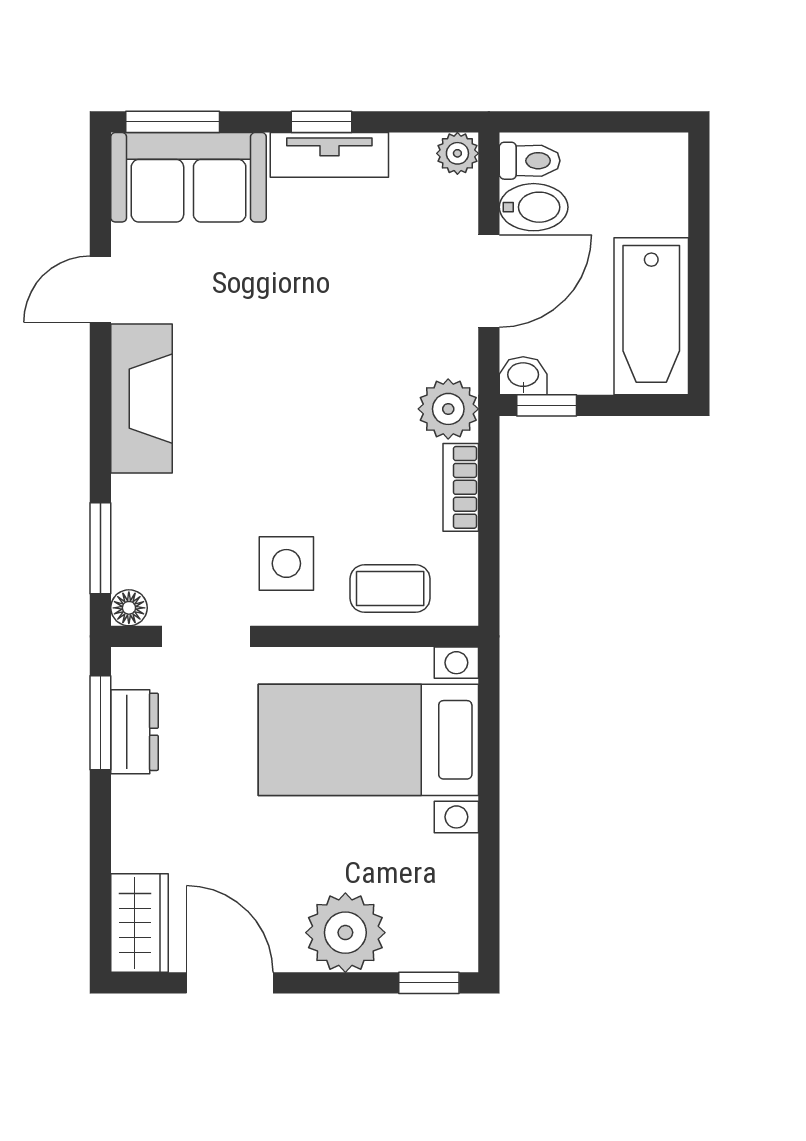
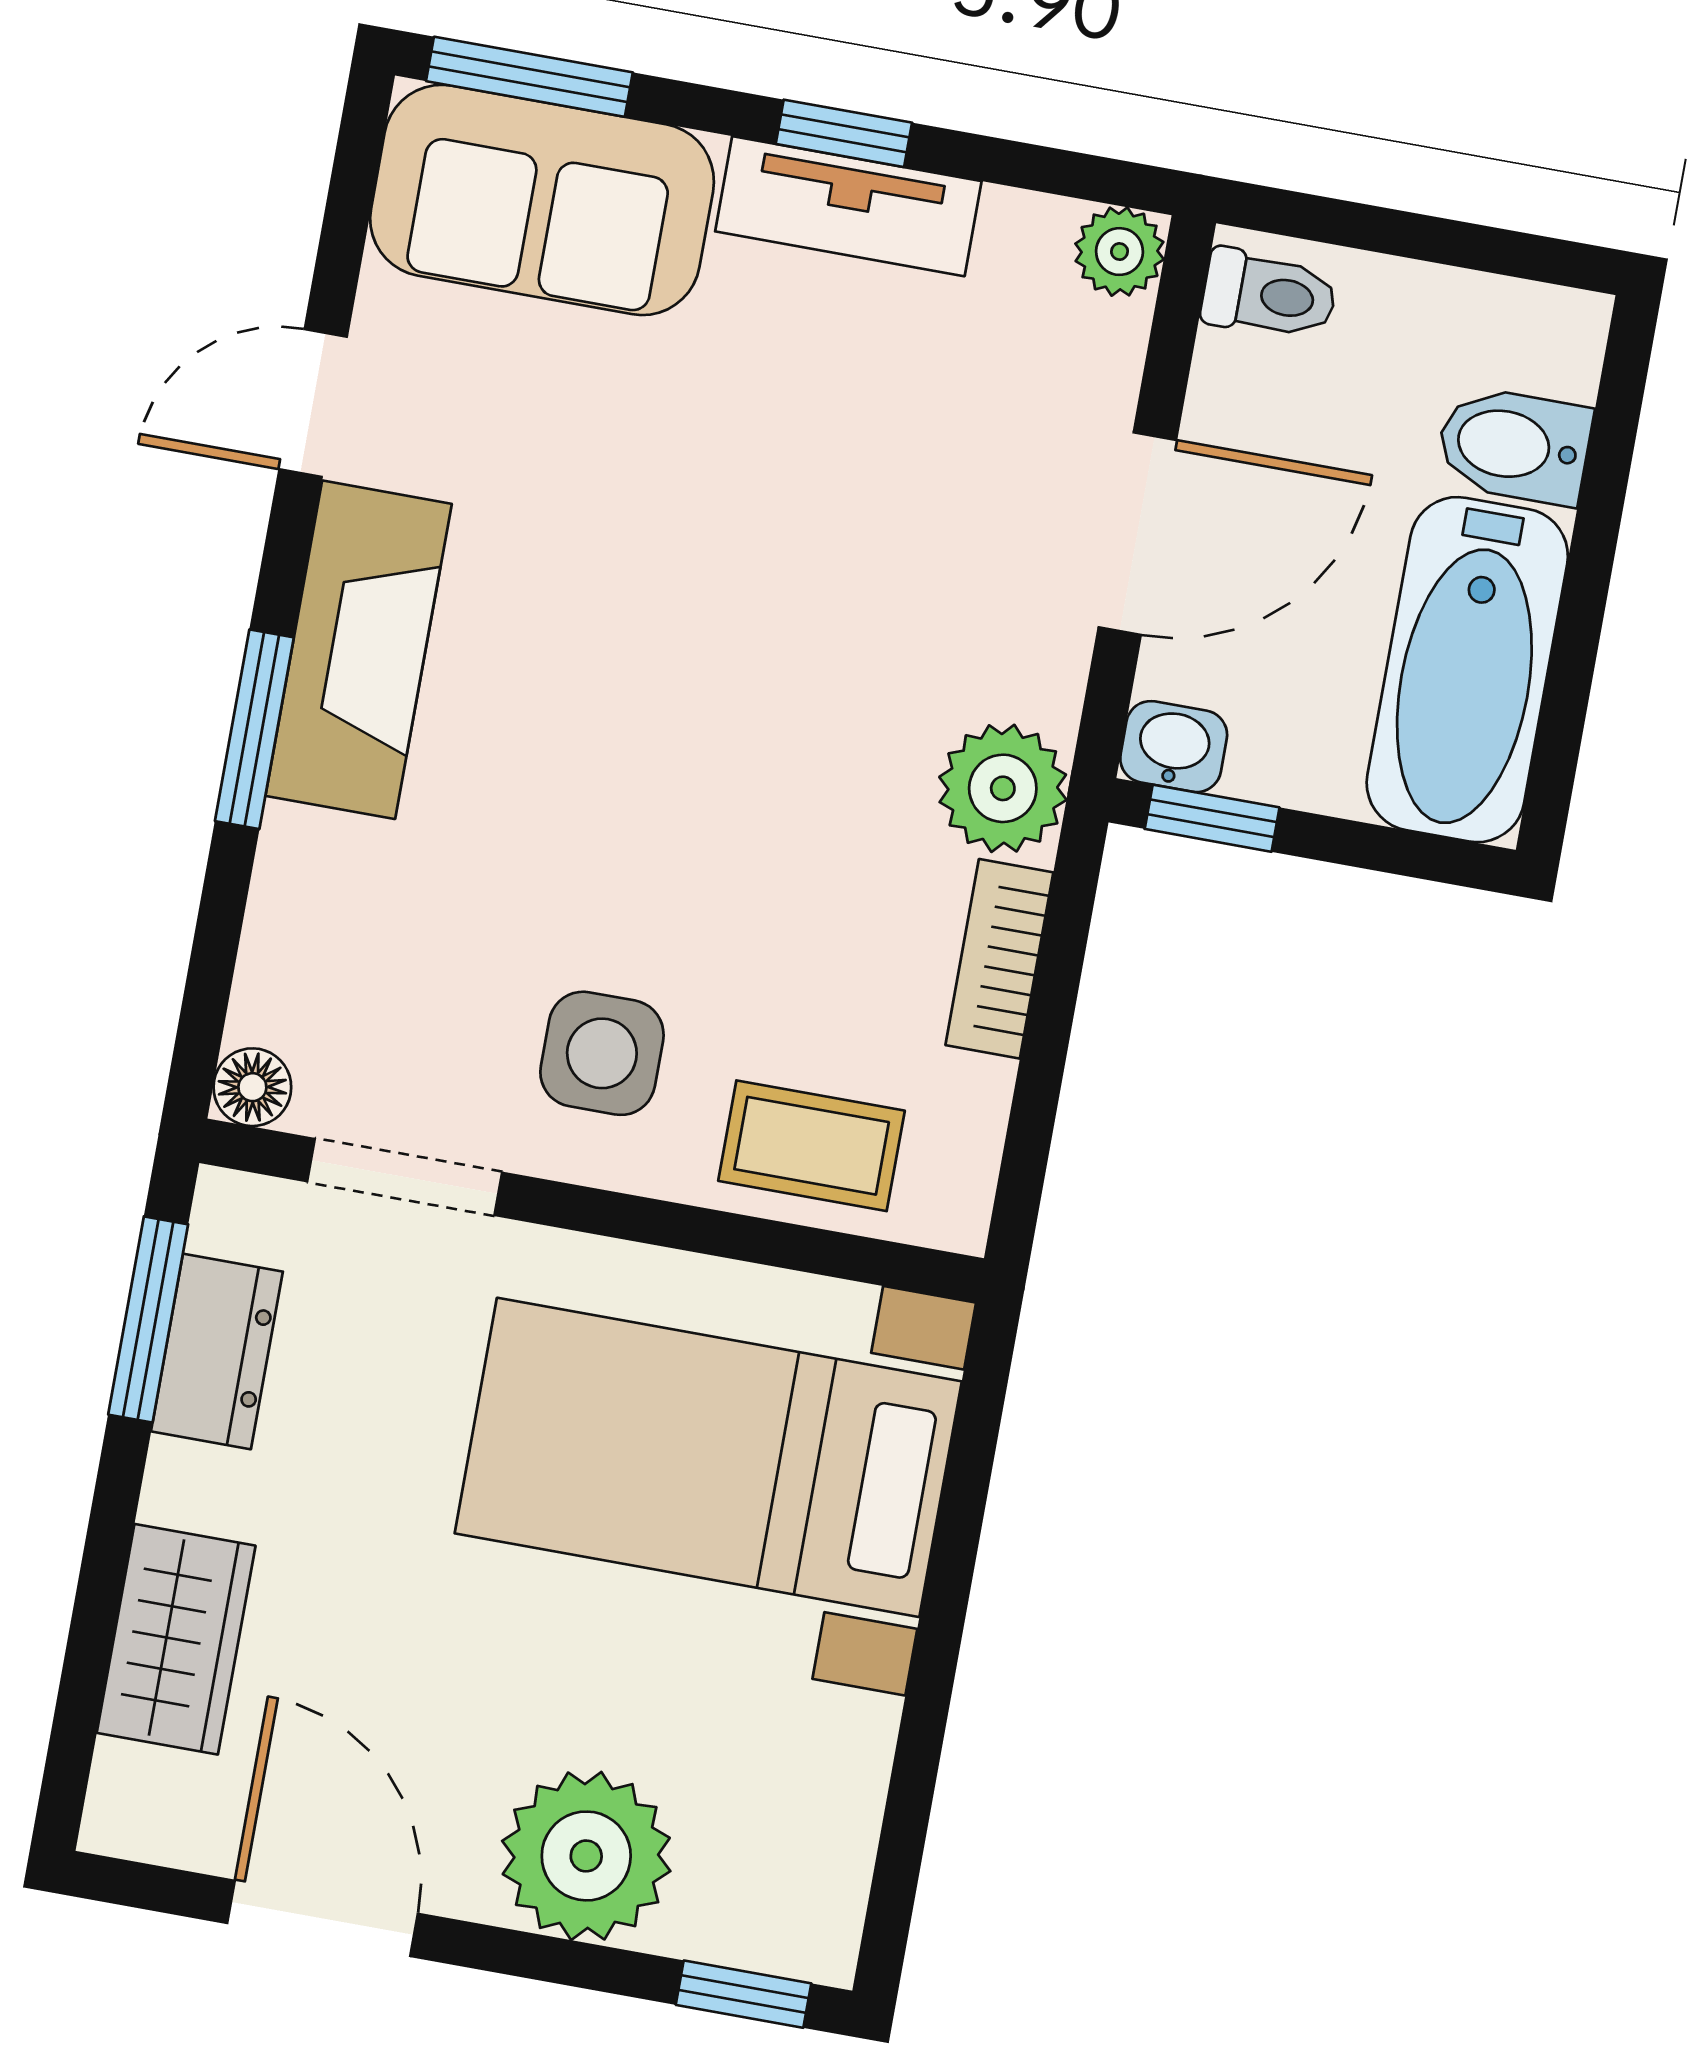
bidet: (534, 207) -> (1514, 446), moved, turned 180
window: (100, 548) -> (254, 729), moved
wardrobe: (140, 923) -> (176, 1639), moved

